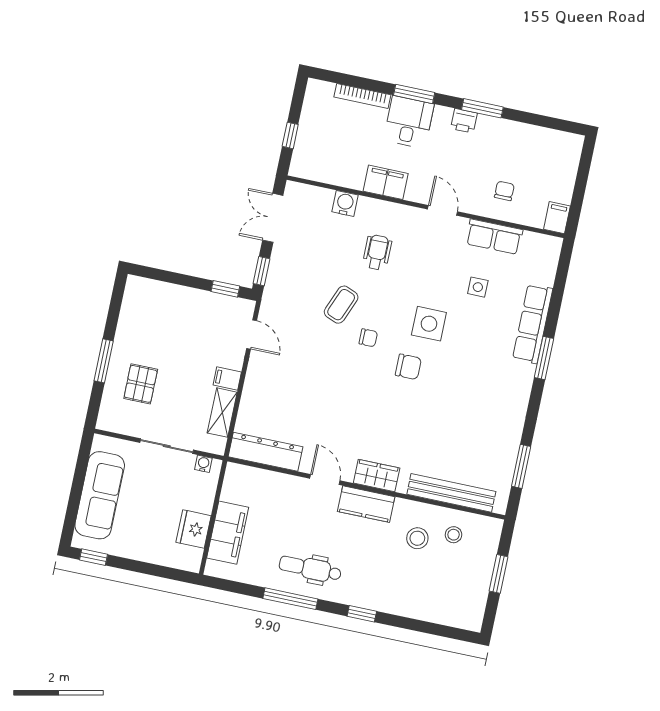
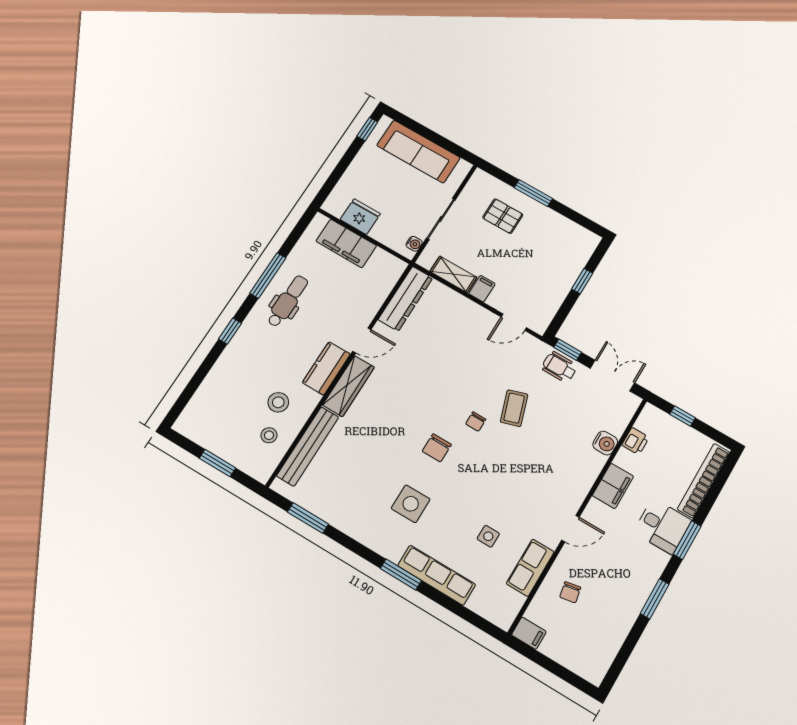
bookcase: (362, 96) -> (704, 481), width x1.48, depth x1.31
printer: (464, 121) -> (635, 441), moved, turned 180
chair: (504, 191) -> (570, 592), turned 79
wheelchair: (377, 252) -> (559, 367), moved, turned 180
window: (225, 289) -> (582, 281), moved
coffee table: (341, 305) -> (514, 408), turned 50
side table: (429, 324) -> (411, 504), moved
wardrobe: (377, 476) -> (348, 386), width x1.50

